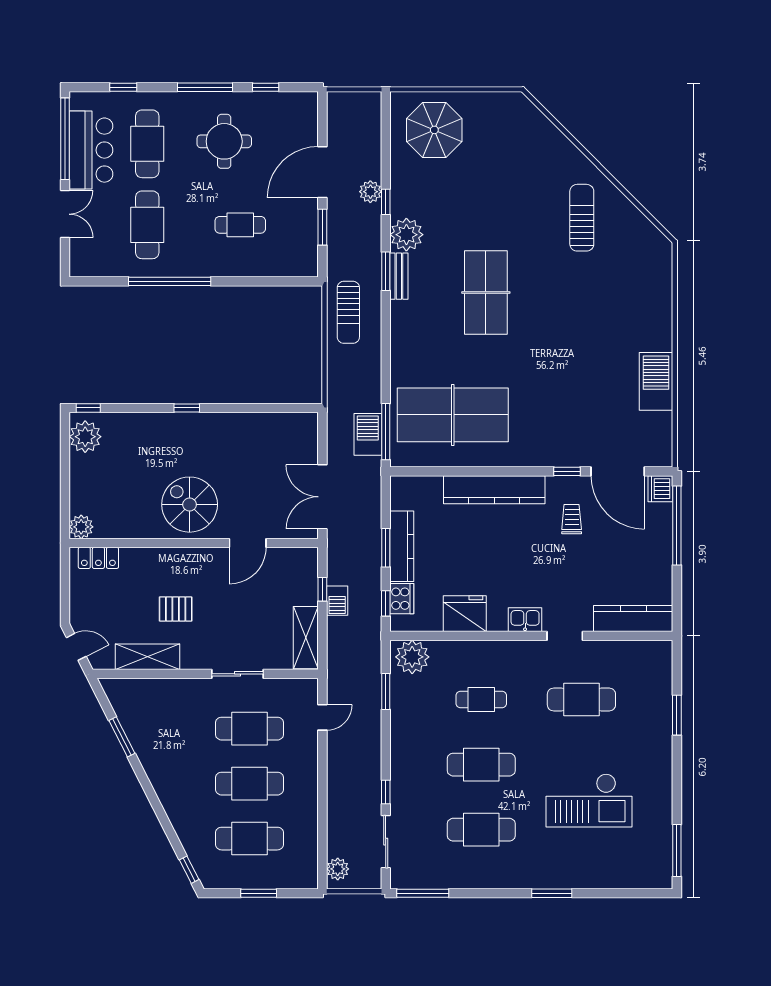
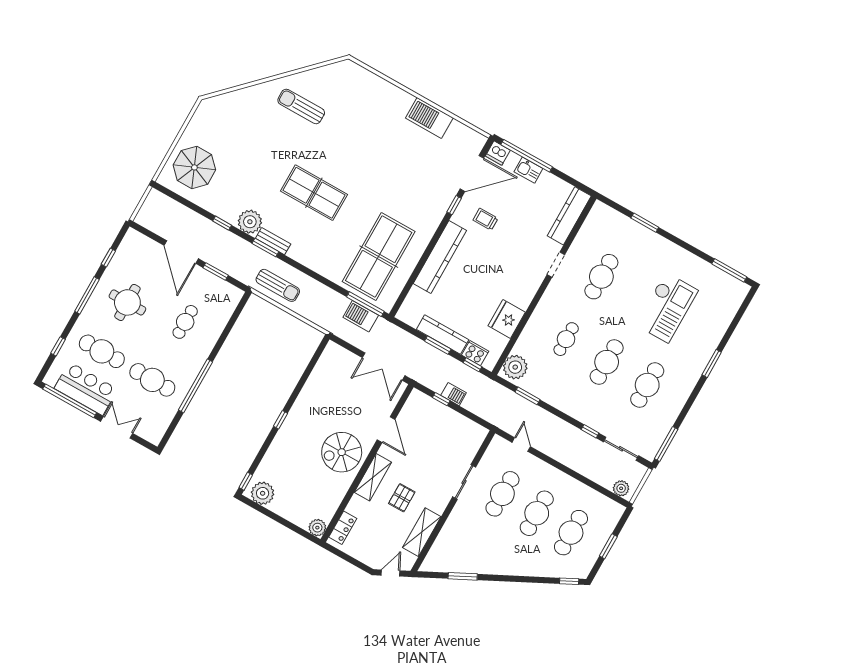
plant: (370, 192) -> (210, 229), removed
kitchen sink: (525, 620) -> (528, 170), moved, turned -90
shelving: (306, 638) -> (373, 477), moved, turned 90

